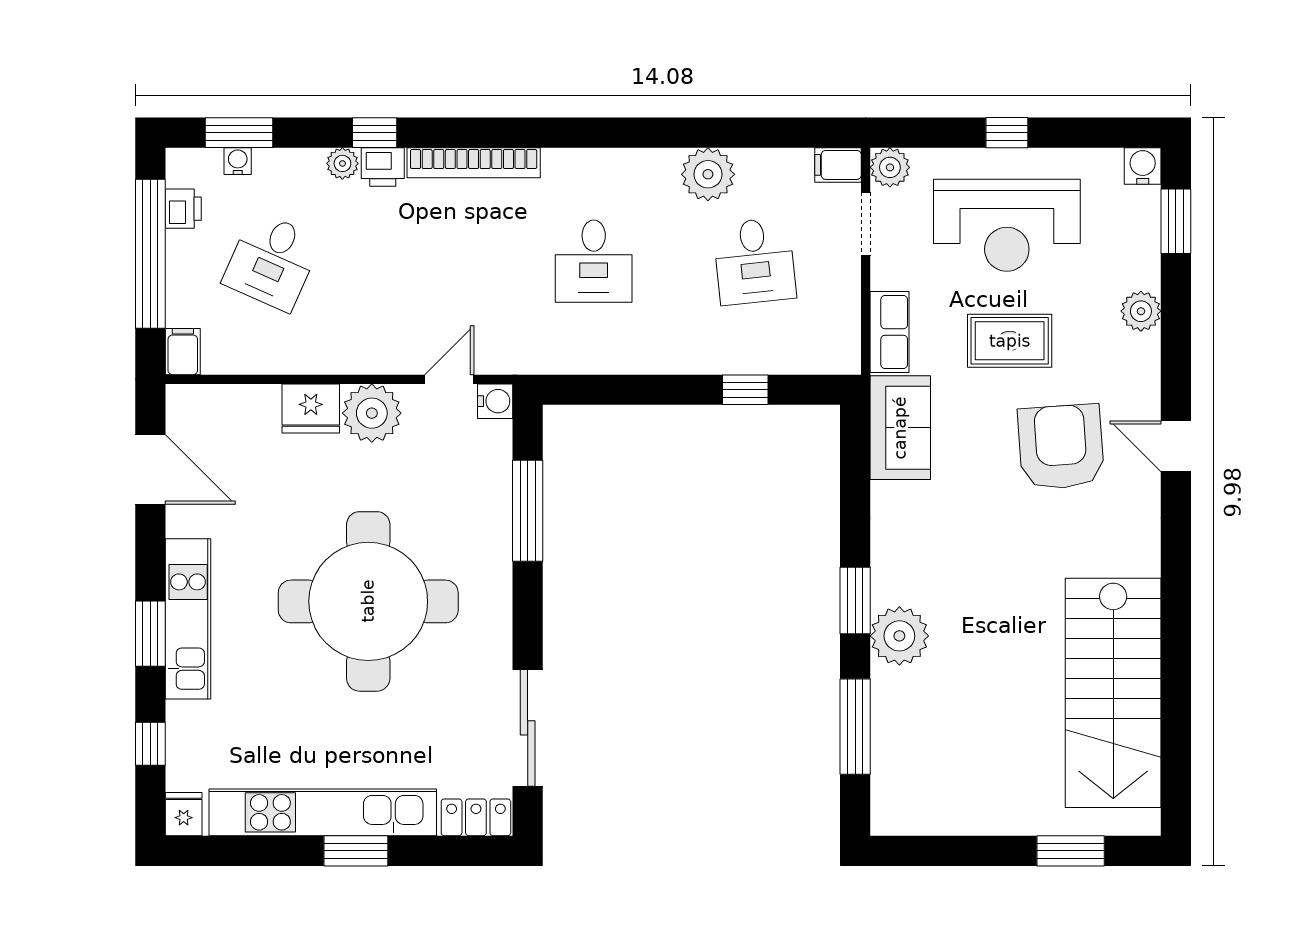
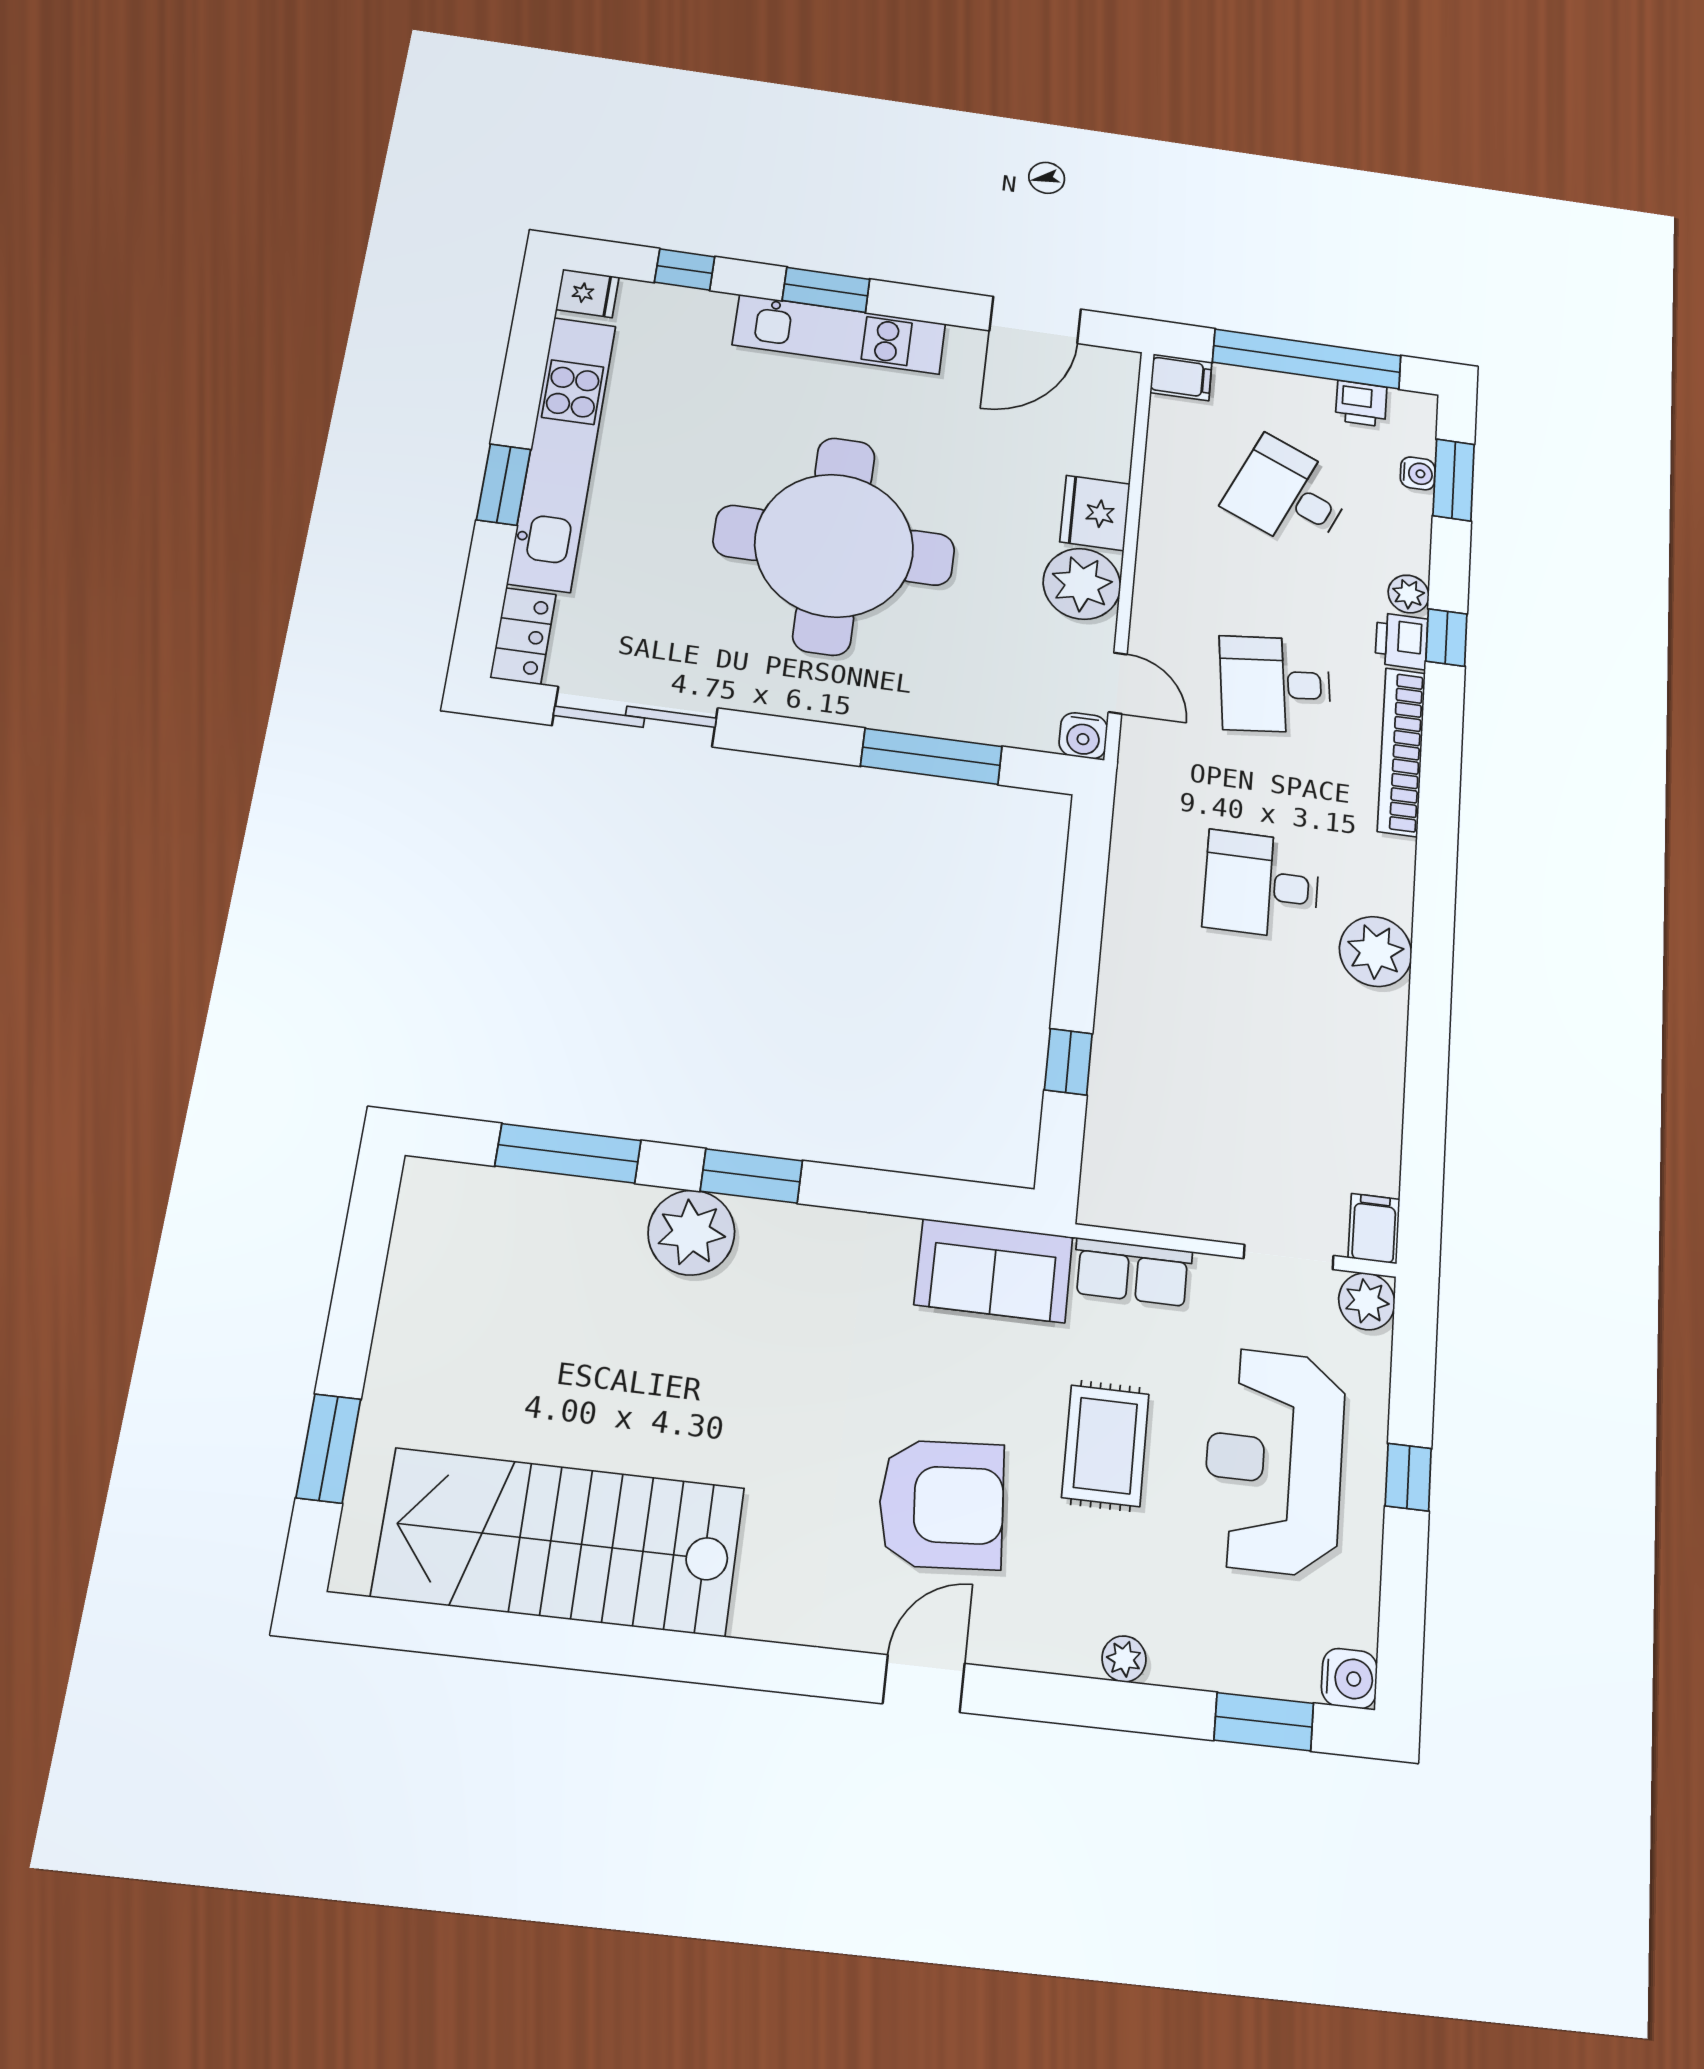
plant: (708, 174) -> (1376, 951), moved
desk: (755, 261) -> (1275, 684), moved
plant: (1141, 311) -> (1124, 1659), width x0.73, depth x0.73

